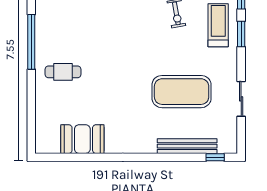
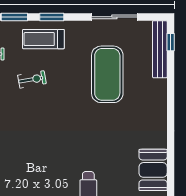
sliding door: (241, 99) -> (114, 17), width x1.37
bench: (187, 146) -> (160, 49), moved

